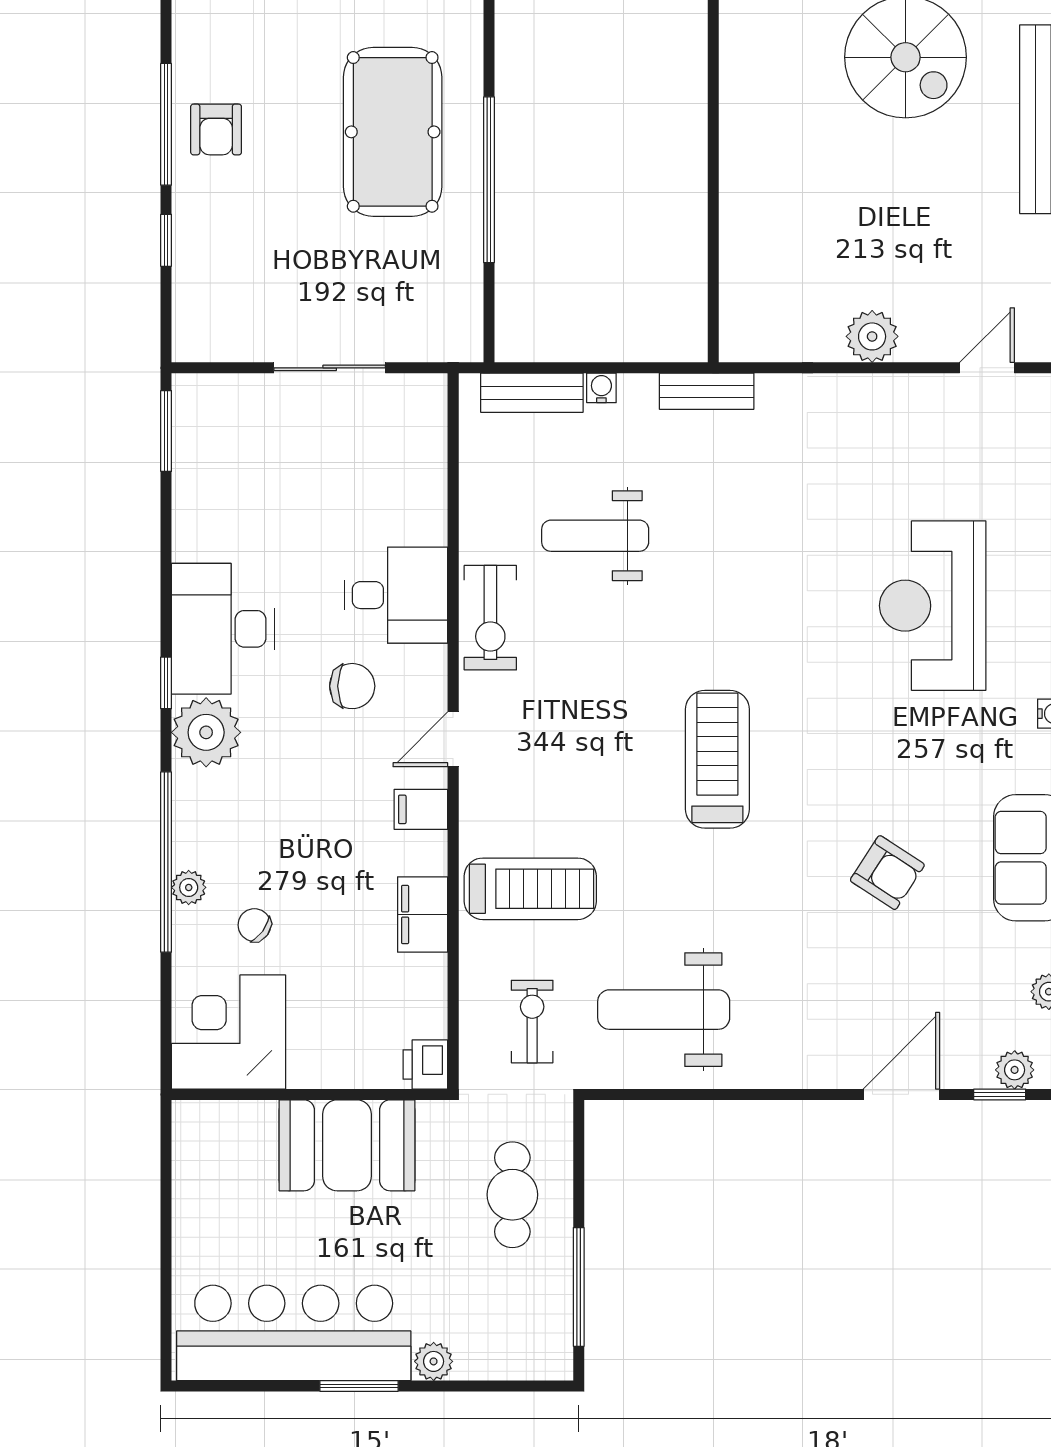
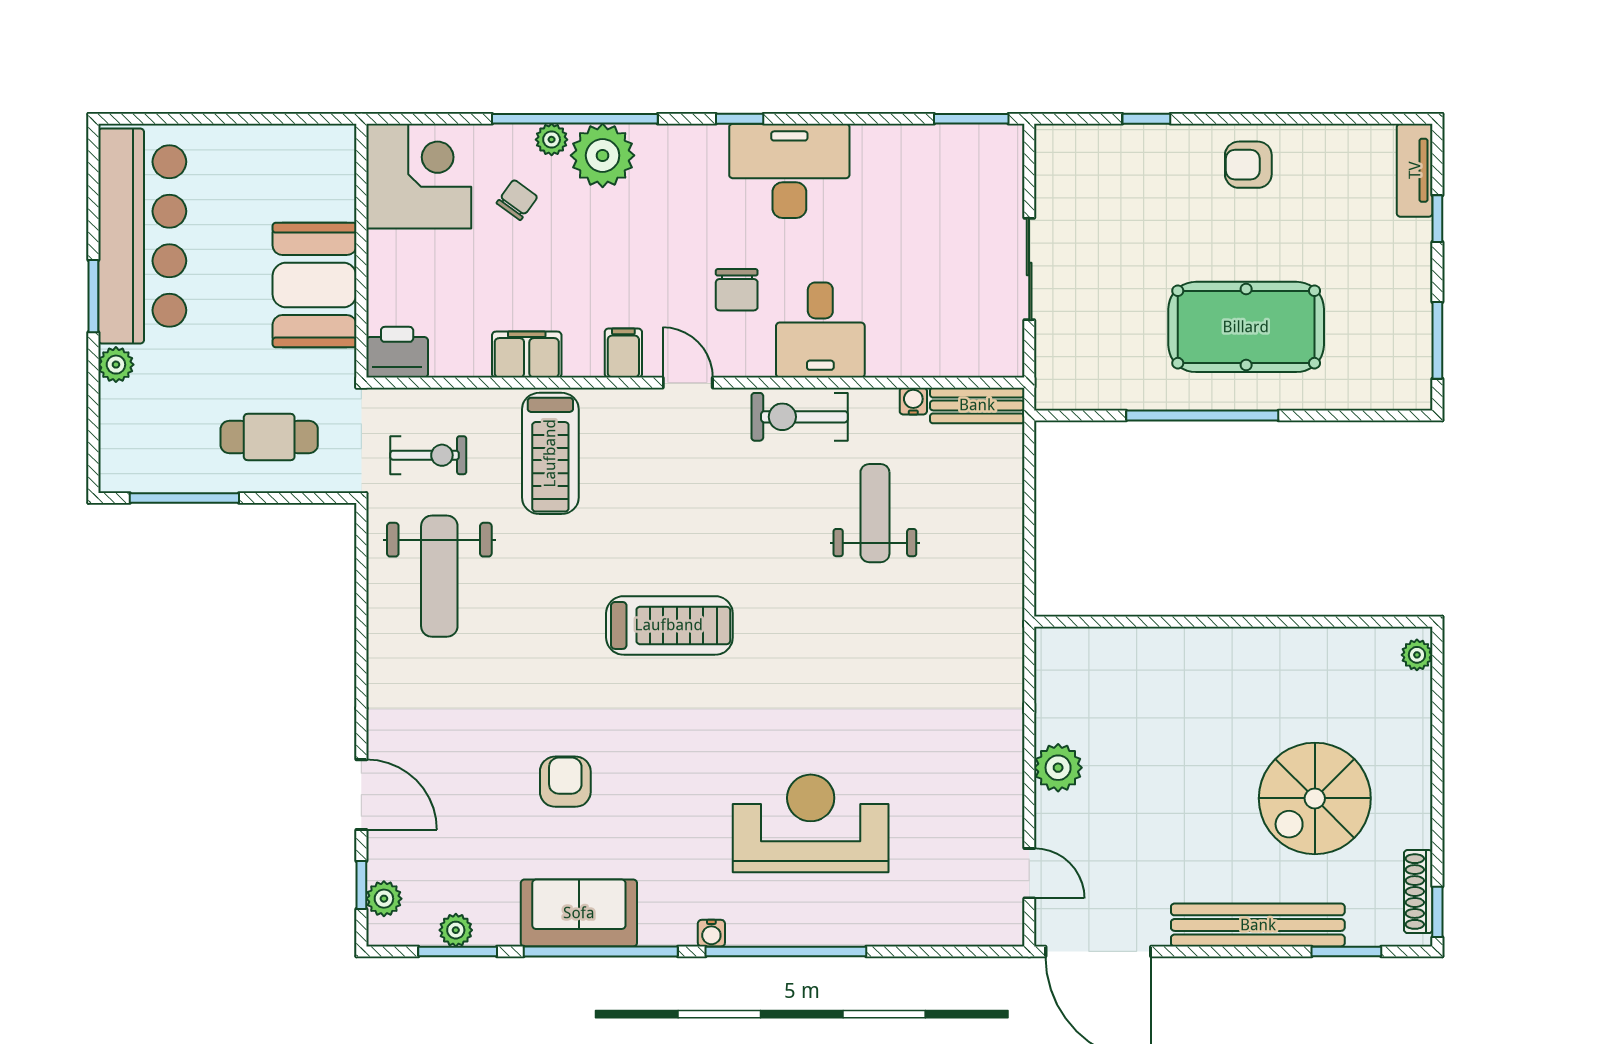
window: (166, 124) -> (1253, 119), removed
water cooler: (601, 388) -> (913, 401), moved, turned -90
bench: (707, 391) -> (1008, 616), removed
bench: (532, 393) -> (977, 405), moved, turned 90
plant: (206, 732) -> (603, 155), moved
armchair: (887, 873) -> (565, 782), turned 147
weight bench: (664, 1010) -> (439, 576), turned 180
printer: (425, 1064) -> (397, 352), width x1.36, depth x1.24

